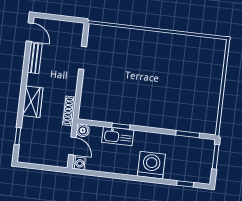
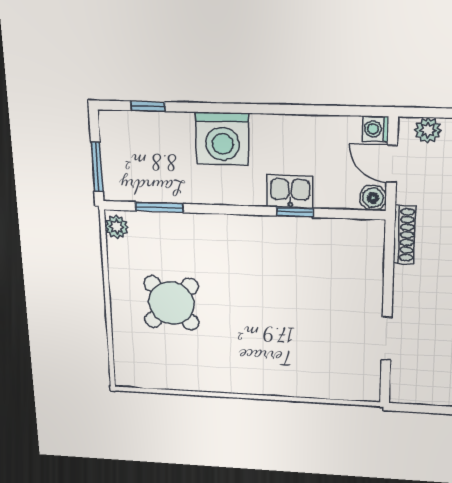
round table: (189, 84) -> (171, 303), added
plant: (211, 126) -> (117, 227), added
kitchen sink: (118, 136) -> (290, 192), width x0.73
plant: (54, 161) -> (428, 130), added

